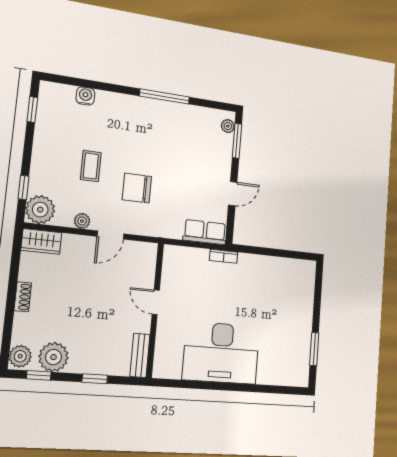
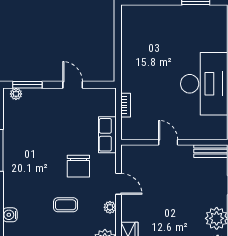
row of seats: (205, 232) -> (107, 135), moved
bookcase: (224, 256) -> (126, 105), moved
door: (156, 302) -> (168, 142), swing flipped

